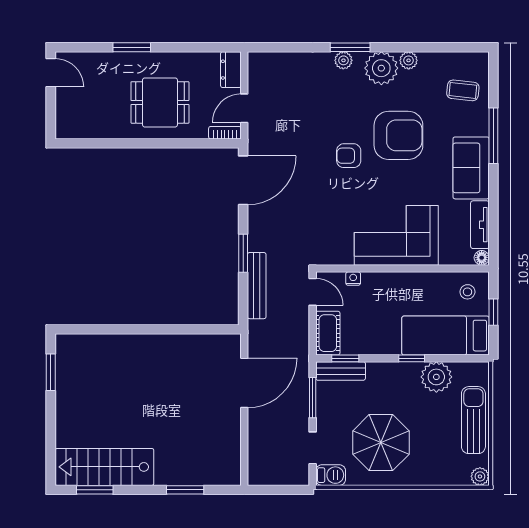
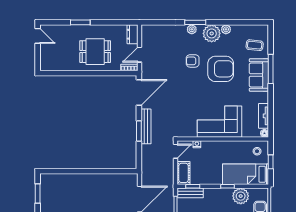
armchair: (349, 156) -> (193, 61), moved
sofa: (471, 168) -> (259, 75), moved
bench: (257, 286) -> (146, 126), moved
door: (313, 292) -> (175, 151), hinge flipped

